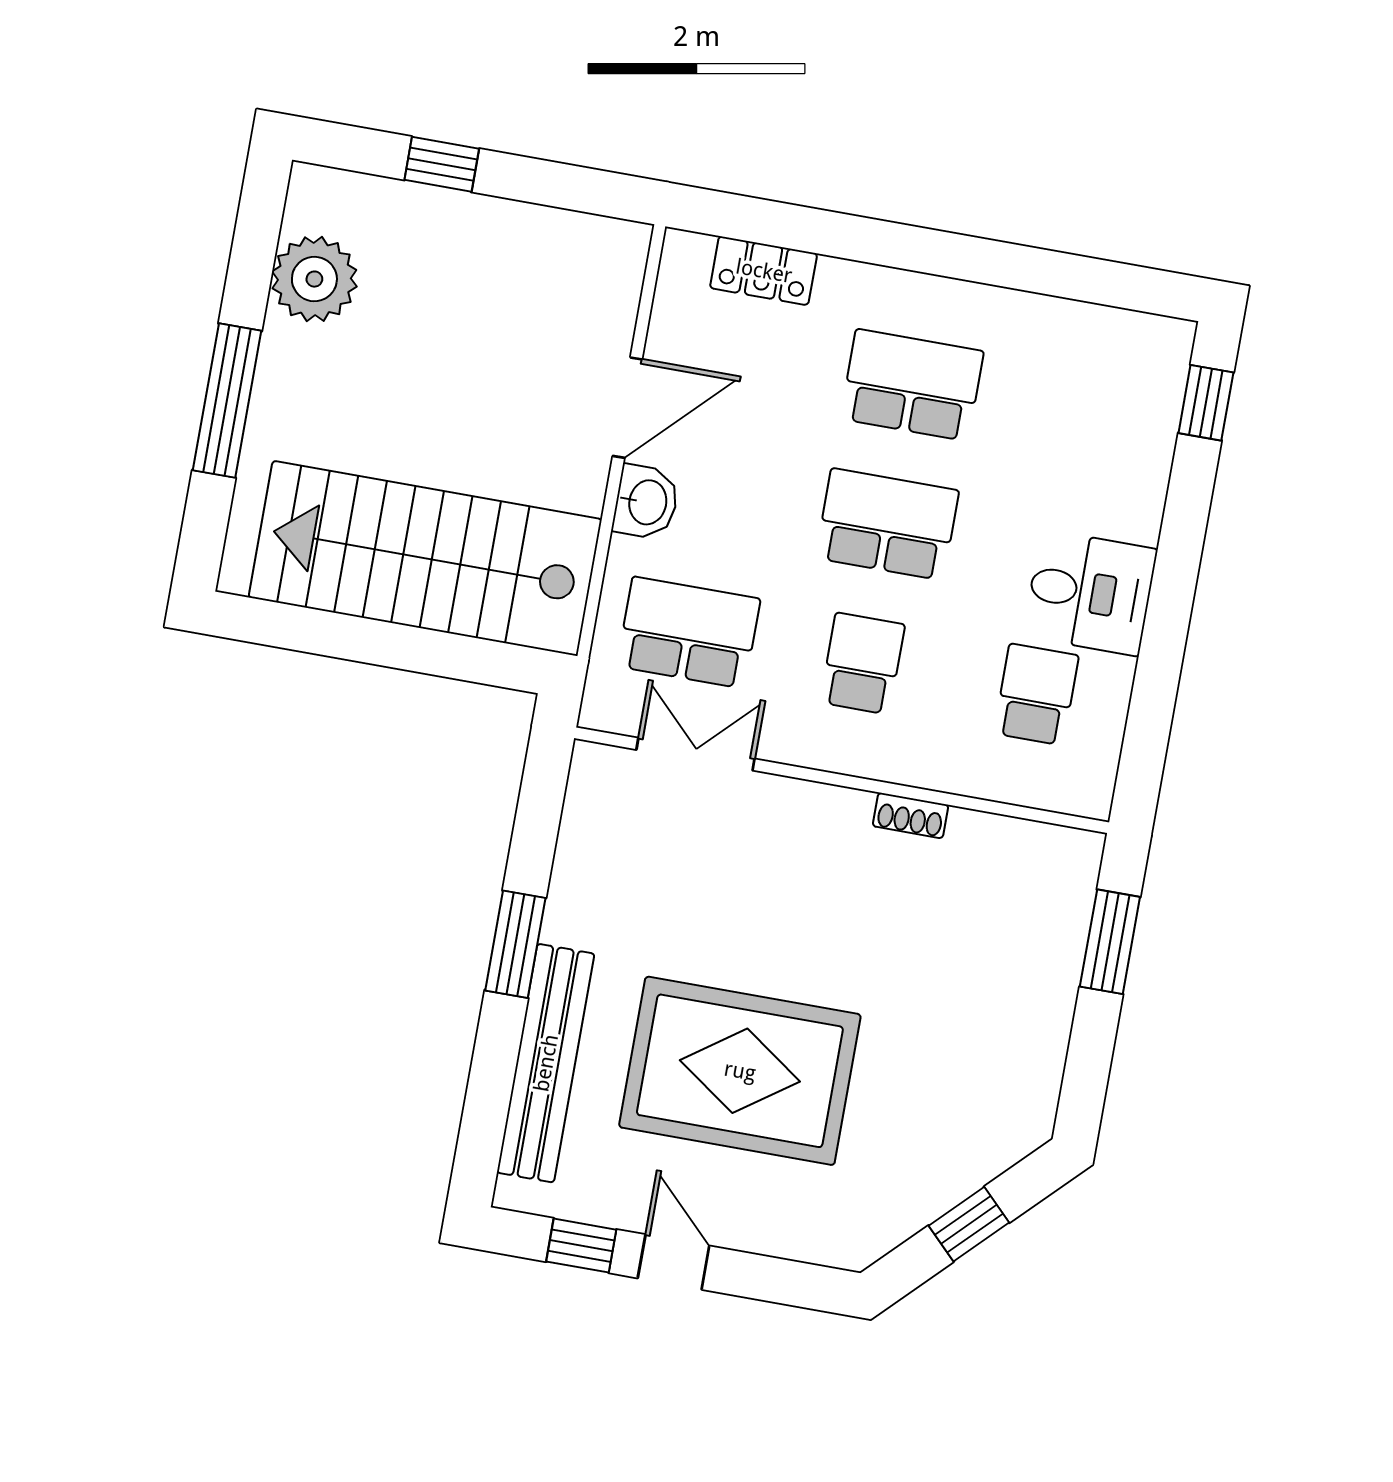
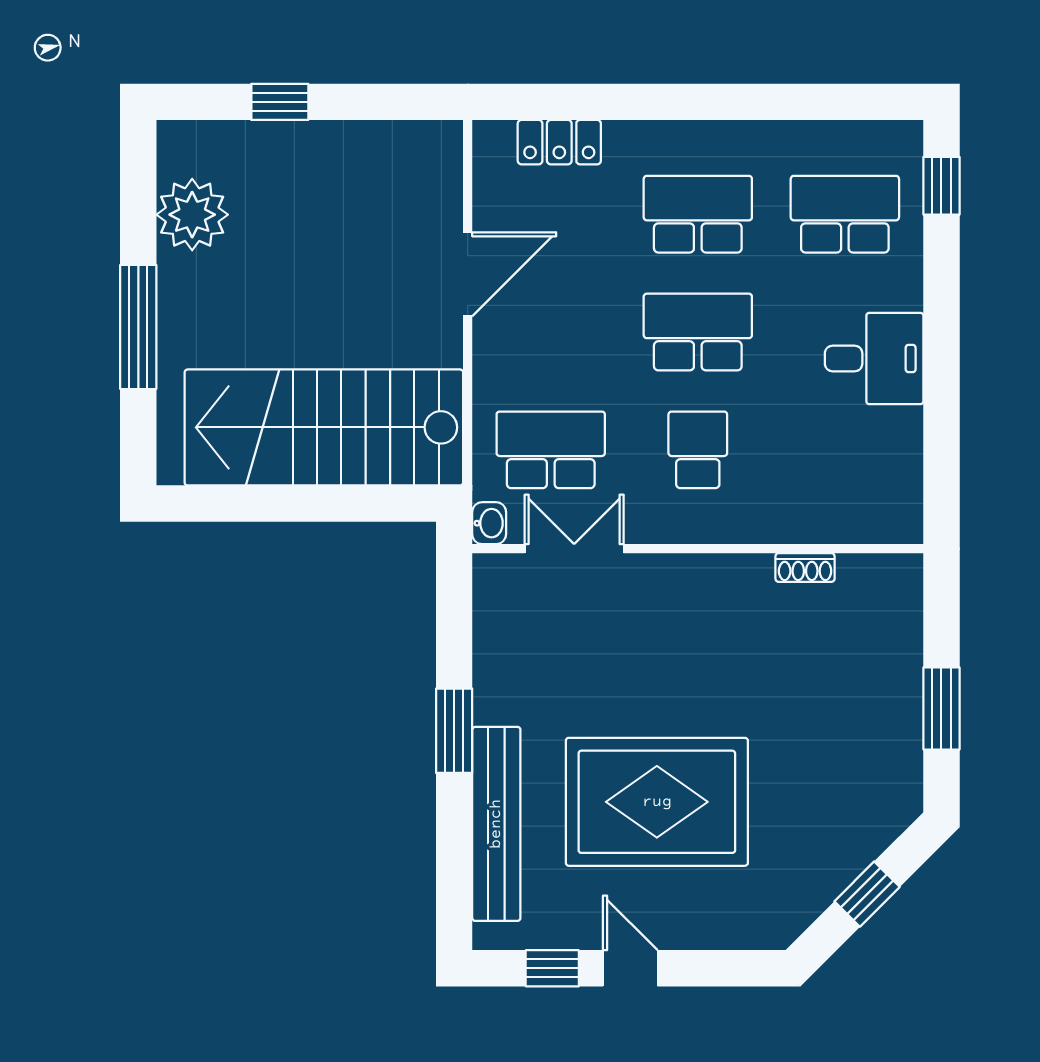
washbasin: (646, 502) -> (489, 523), moved, width x0.72, depth x0.69
school desk: (1036, 694) -> (845, 214), moved, width x1.85
shoe rack: (911, 816) -> (805, 567), moved
window: (1110, 942) -> (941, 708), moved

